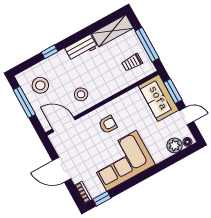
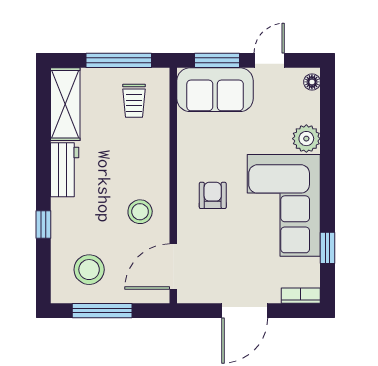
plant: (175, 145) -> (306, 139), moved
window: (102, 199) -> (328, 248), moved

